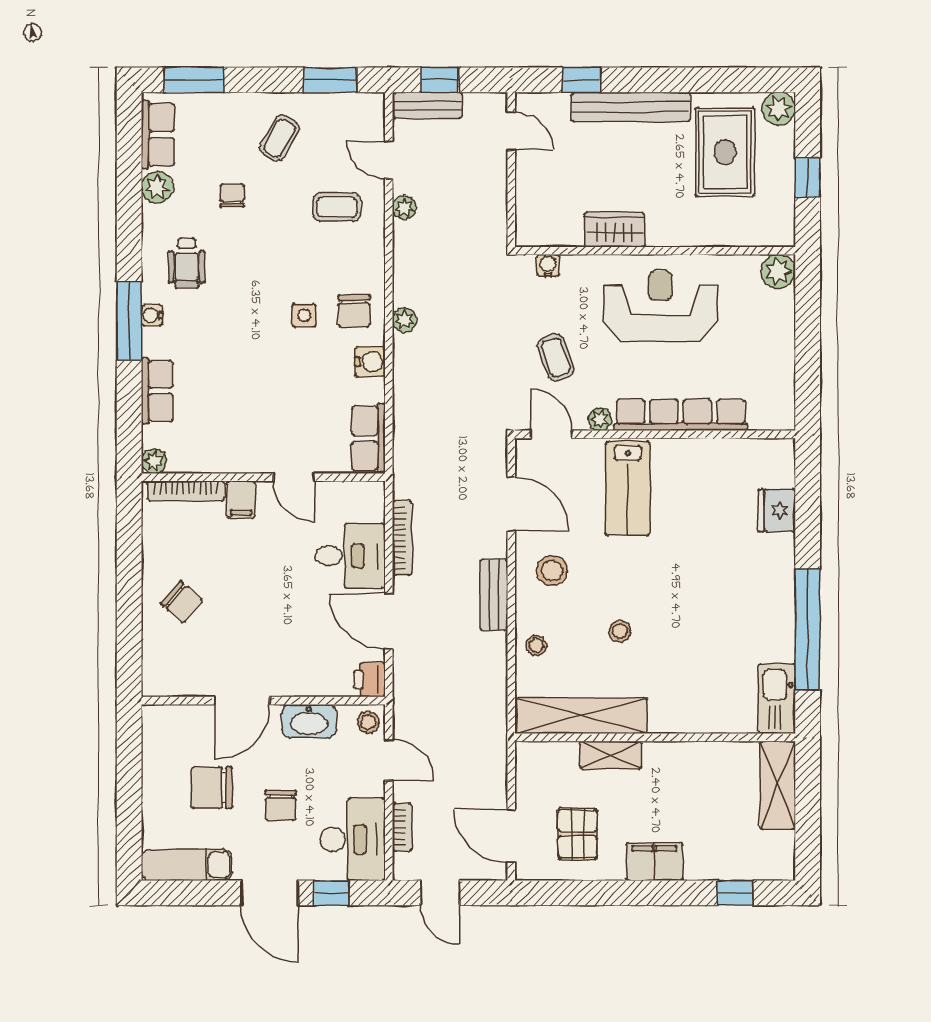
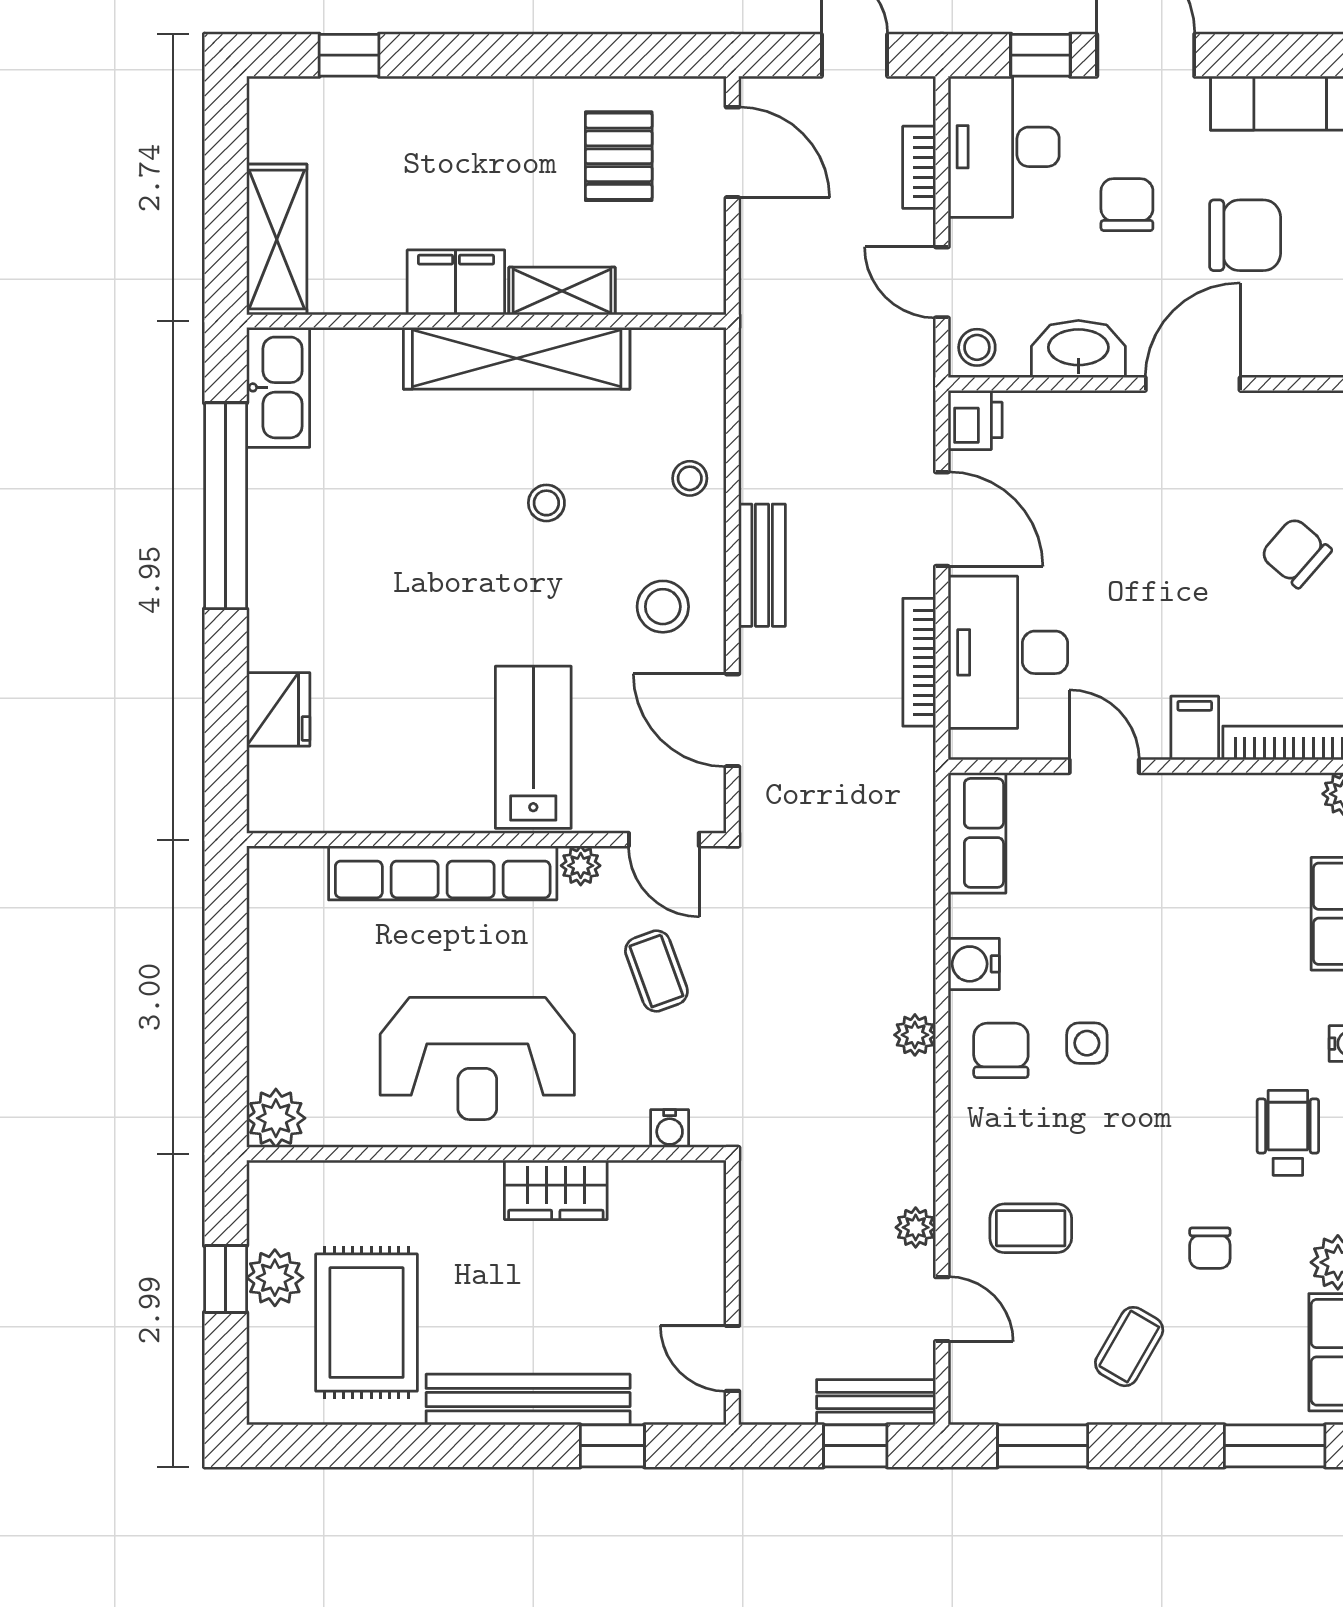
plant: (779, 109) -> (275, 1278), moved
desk: (350, 556) -> (1008, 652), width x1.37
shelving: (581, 716) -> (517, 358), moved
filing cabinet: (654, 862) -> (456, 282), moved, turned 180

